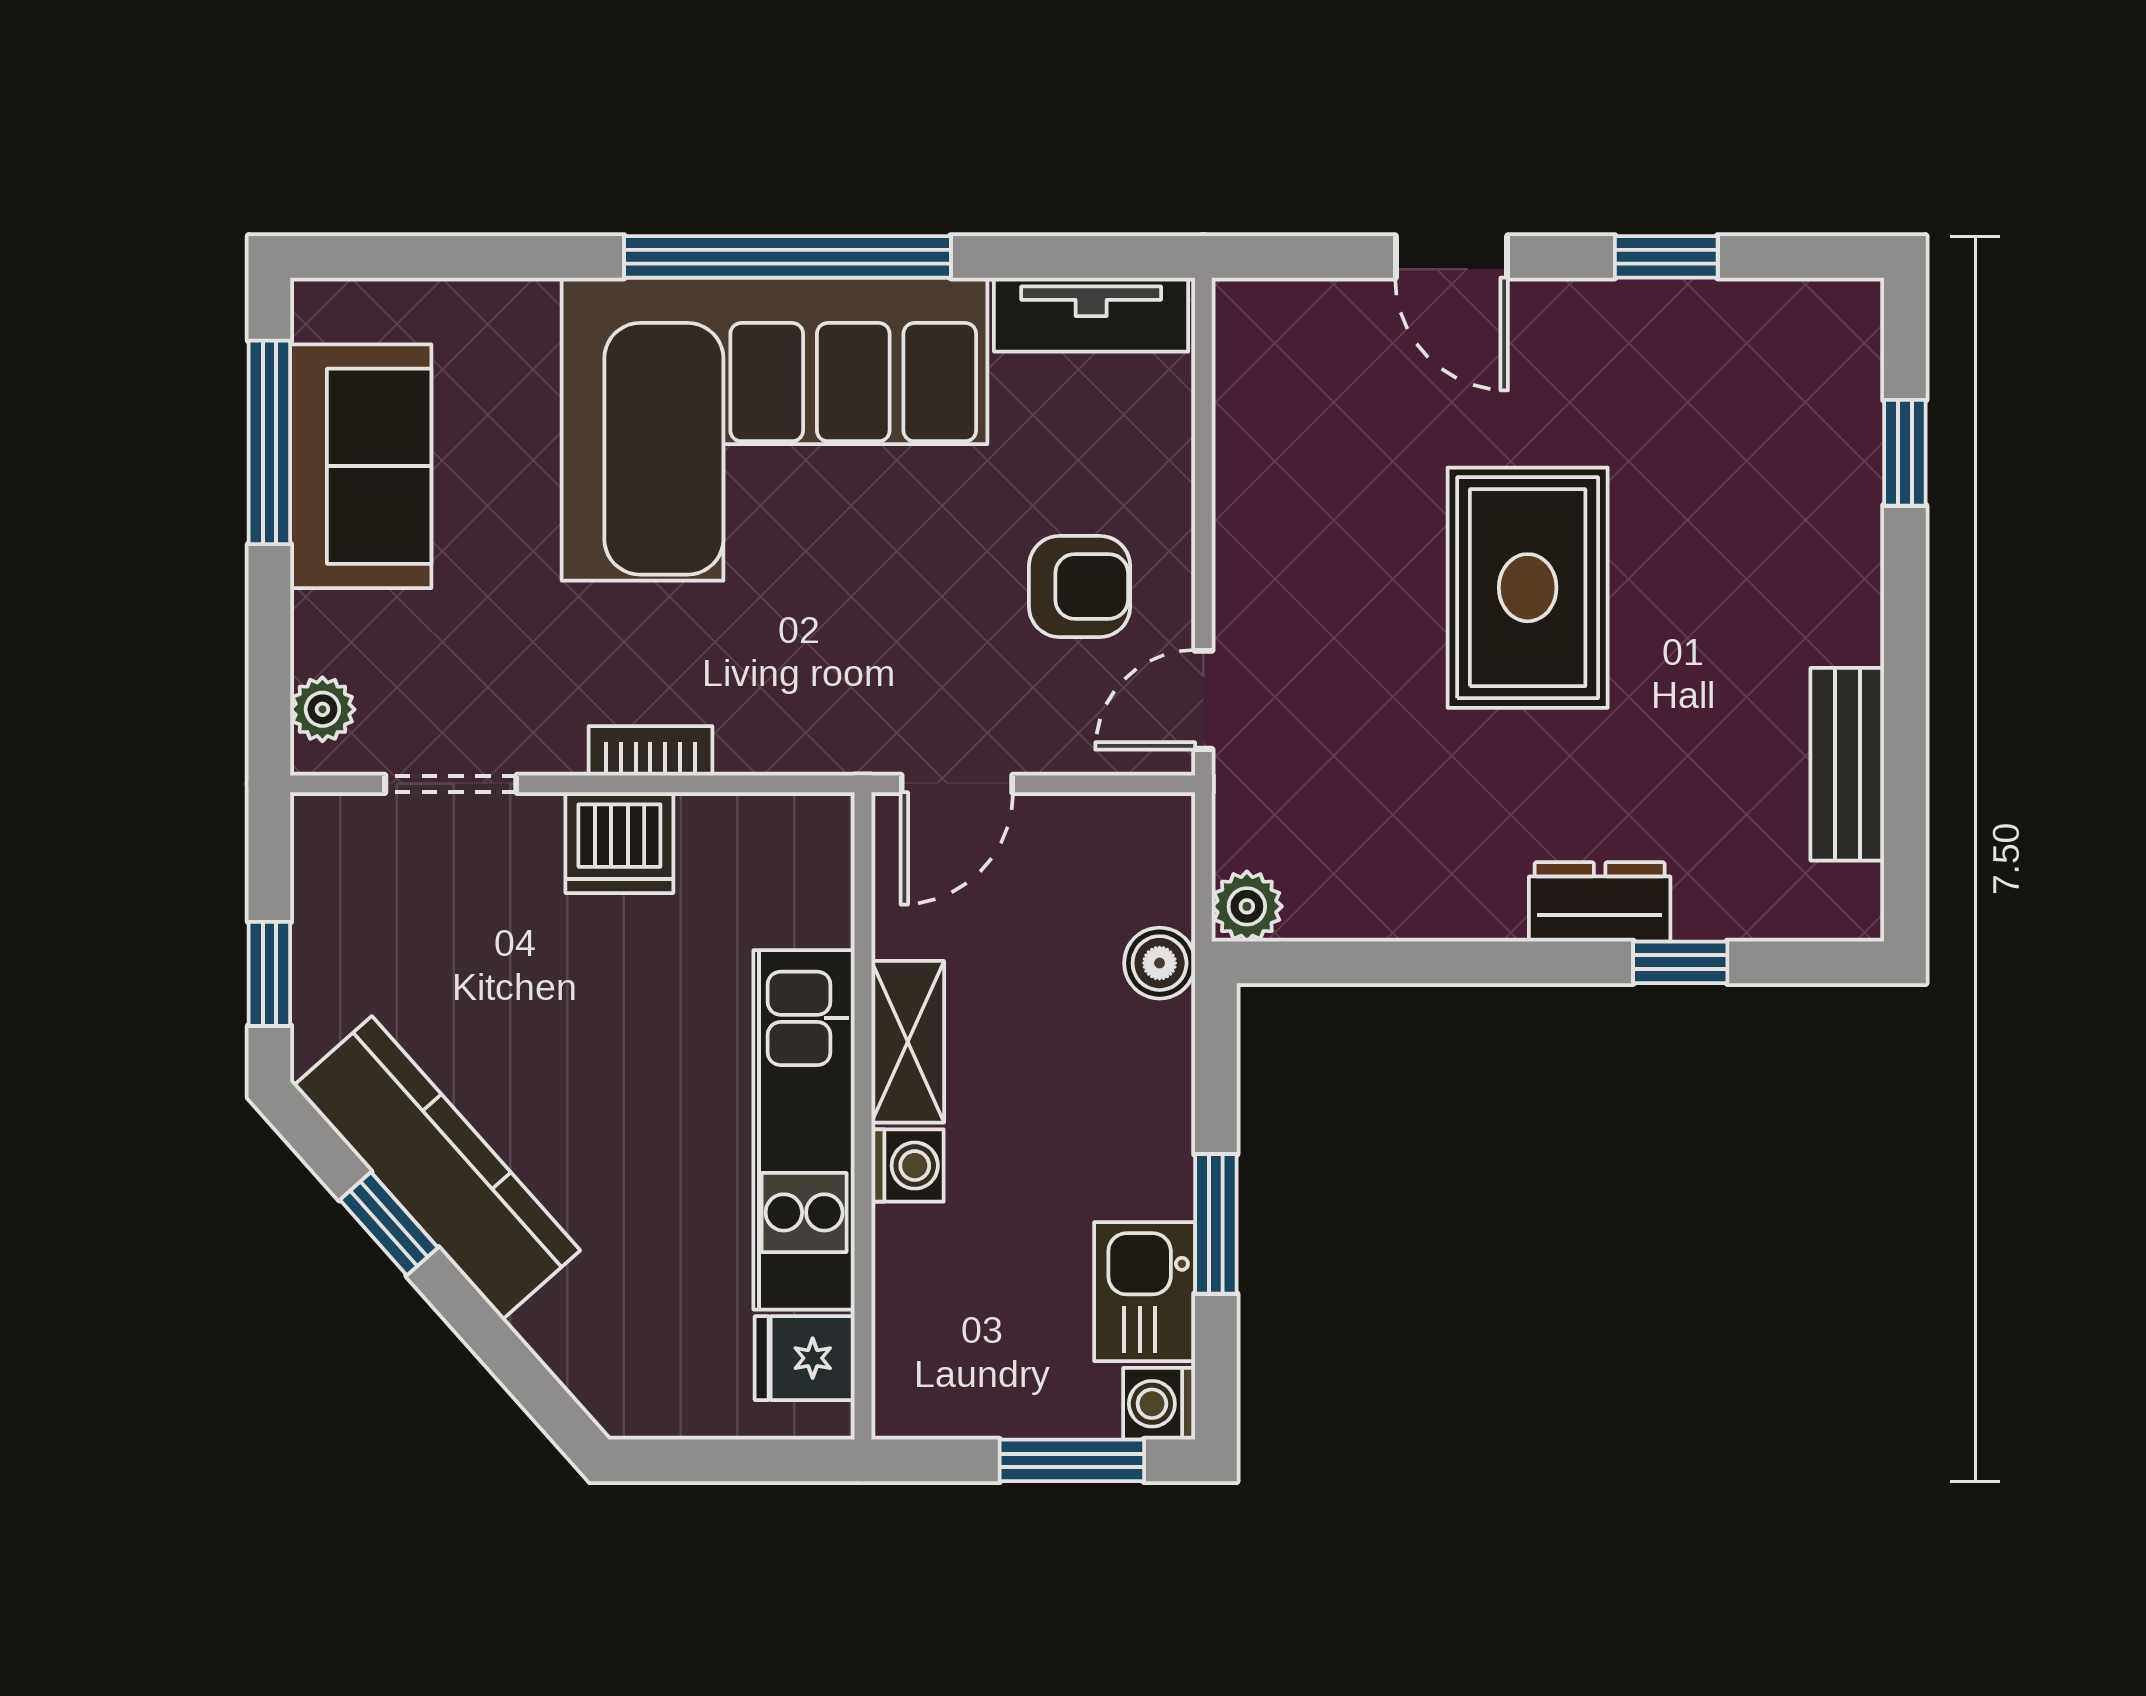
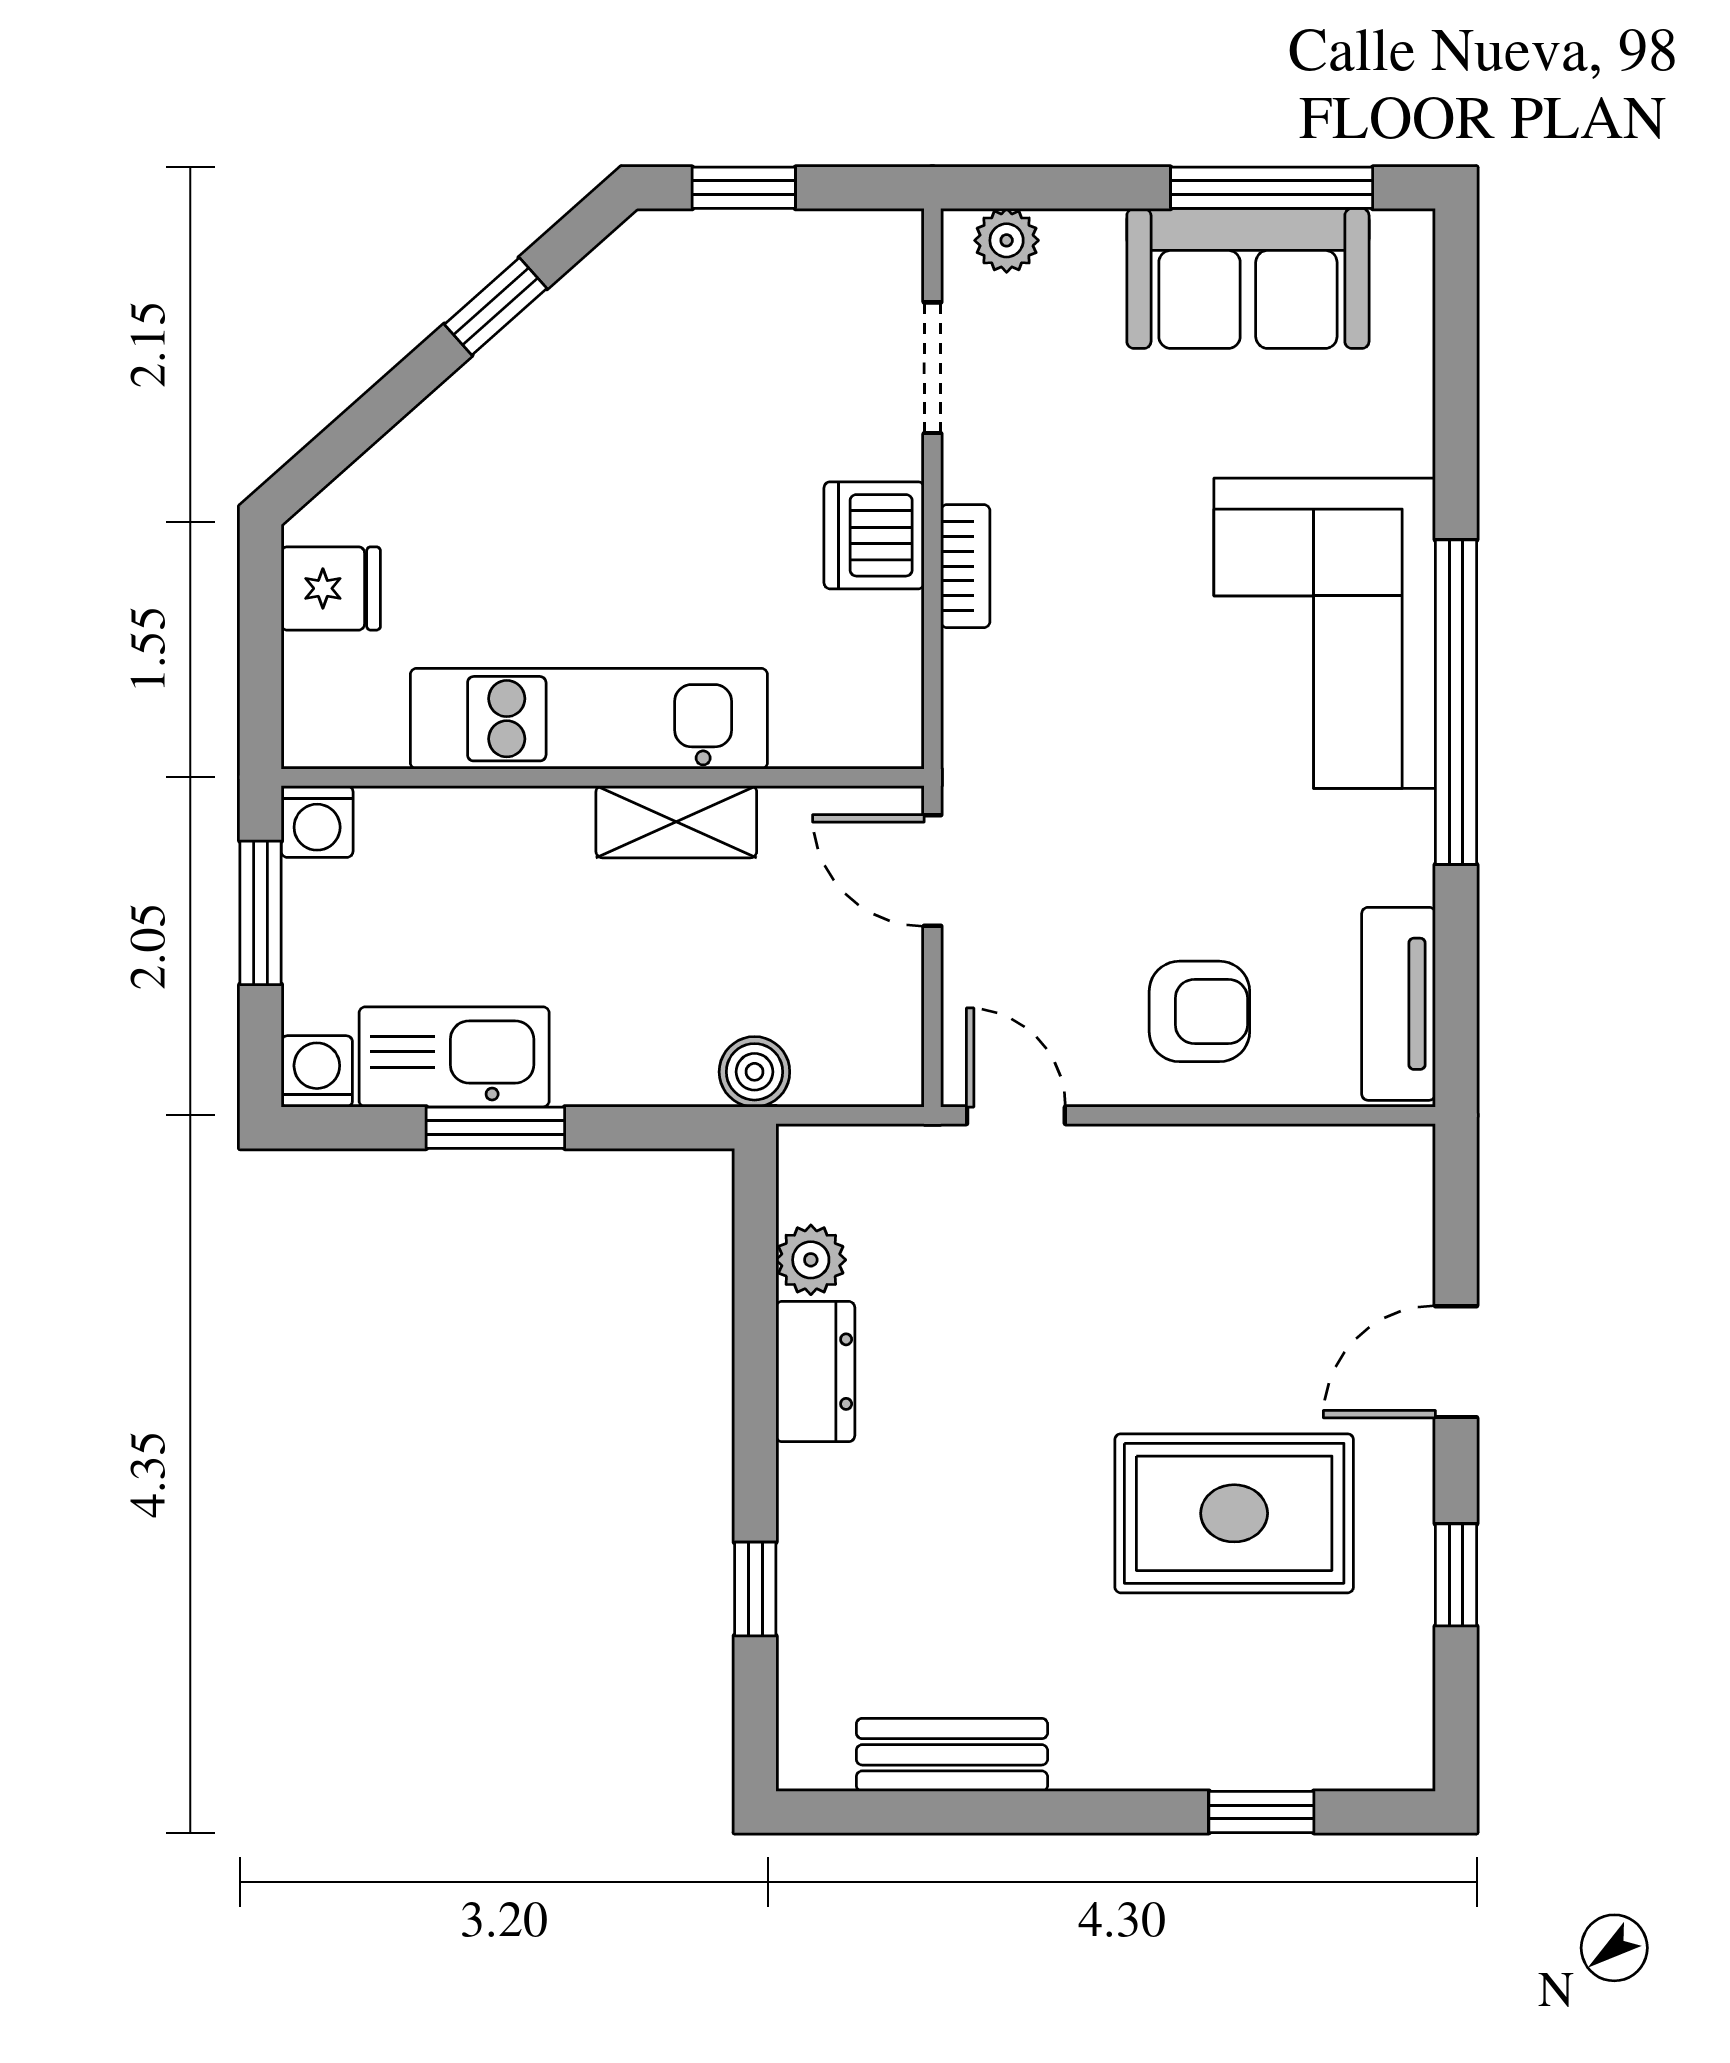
corner sofa: (775, 429) -> (1325, 633), width x0.73, depth x0.74
armchair: (1080, 586) -> (1199, 1011), moved, turned -90
rug: (1528, 588) -> (1234, 1513), moved
dresser: (1600, 902) -> (815, 1372), moved
plant: (1247, 906) -> (811, 1260), moved
washing machine: (907, 1166) -> (317, 821), moved
kitchen counter: (437, 1168) -> (551, 354), removed
kitchen sink: (1145, 1292) -> (454, 1057), width x1.38
fridge: (805, 1358) -> (331, 588), moved, turned 90
window: (1072, 1460) -> (261, 913), moved

